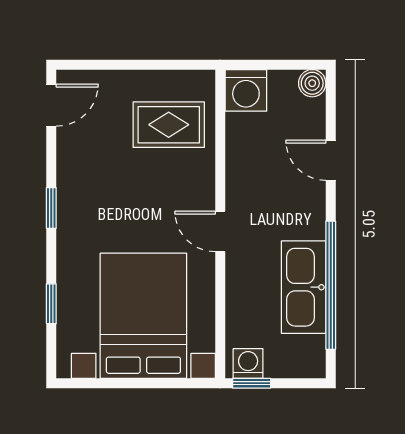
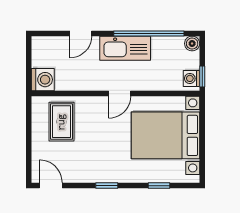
boiler: (312, 83) -> (192, 44), moved
kitchen sink: (304, 287) -> (125, 48), moved

